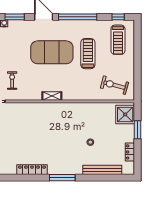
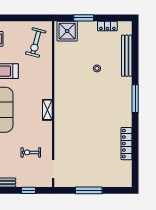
locker: (32, 170) -> (126, 144), moved

